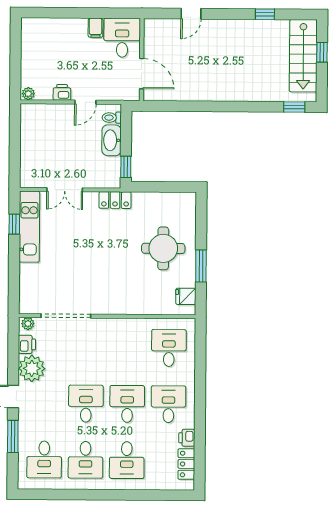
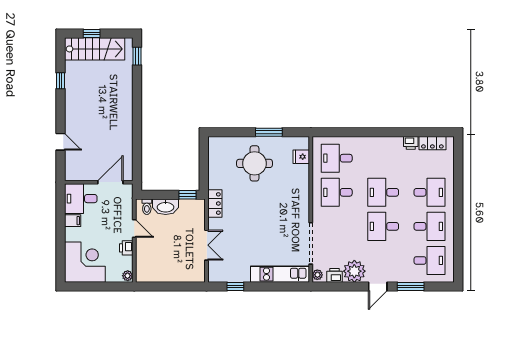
corner desk: (45, 42) -> (85, 262), added
kitchen unit: (29, 227) -> (280, 274), moved
fridge: (186, 296) -> (301, 157), moved, turned 90
desk: (168, 404) -> (337, 192), moved

